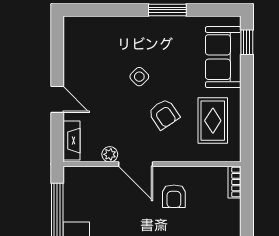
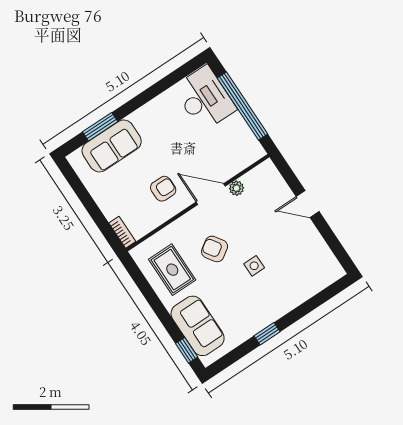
window: (167, 10) -> (267, 334), width x0.67
side table: (139, 77) -> (254, 266), turned 45
fireplace: (71, 141) -> (274, 179), removed
armchair: (174, 196) -> (163, 189), turned 90

